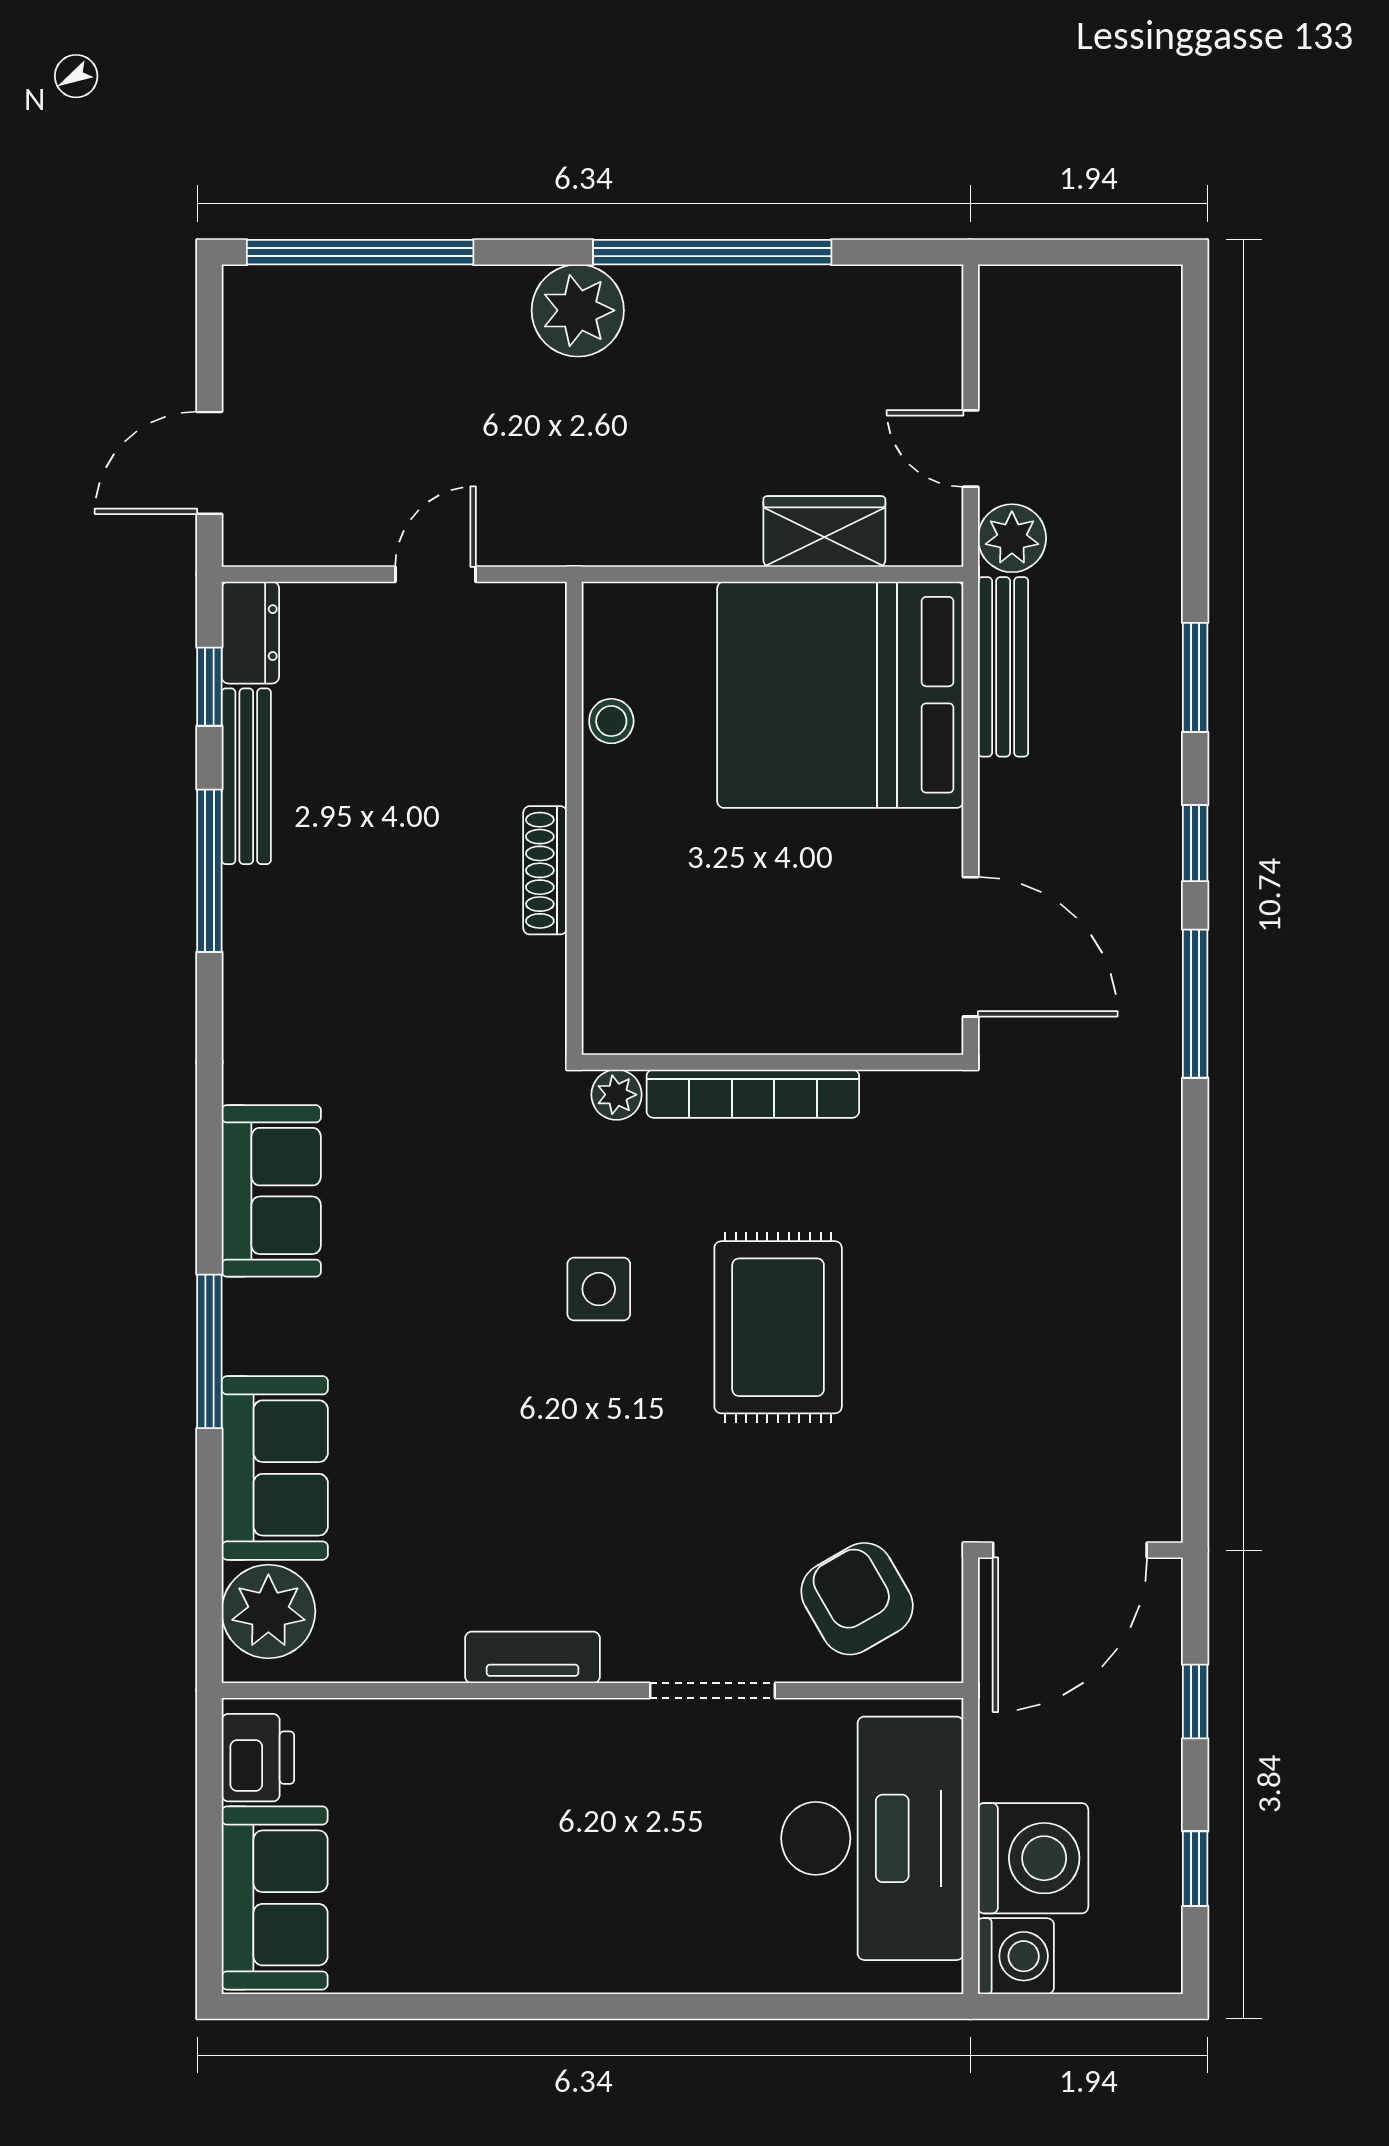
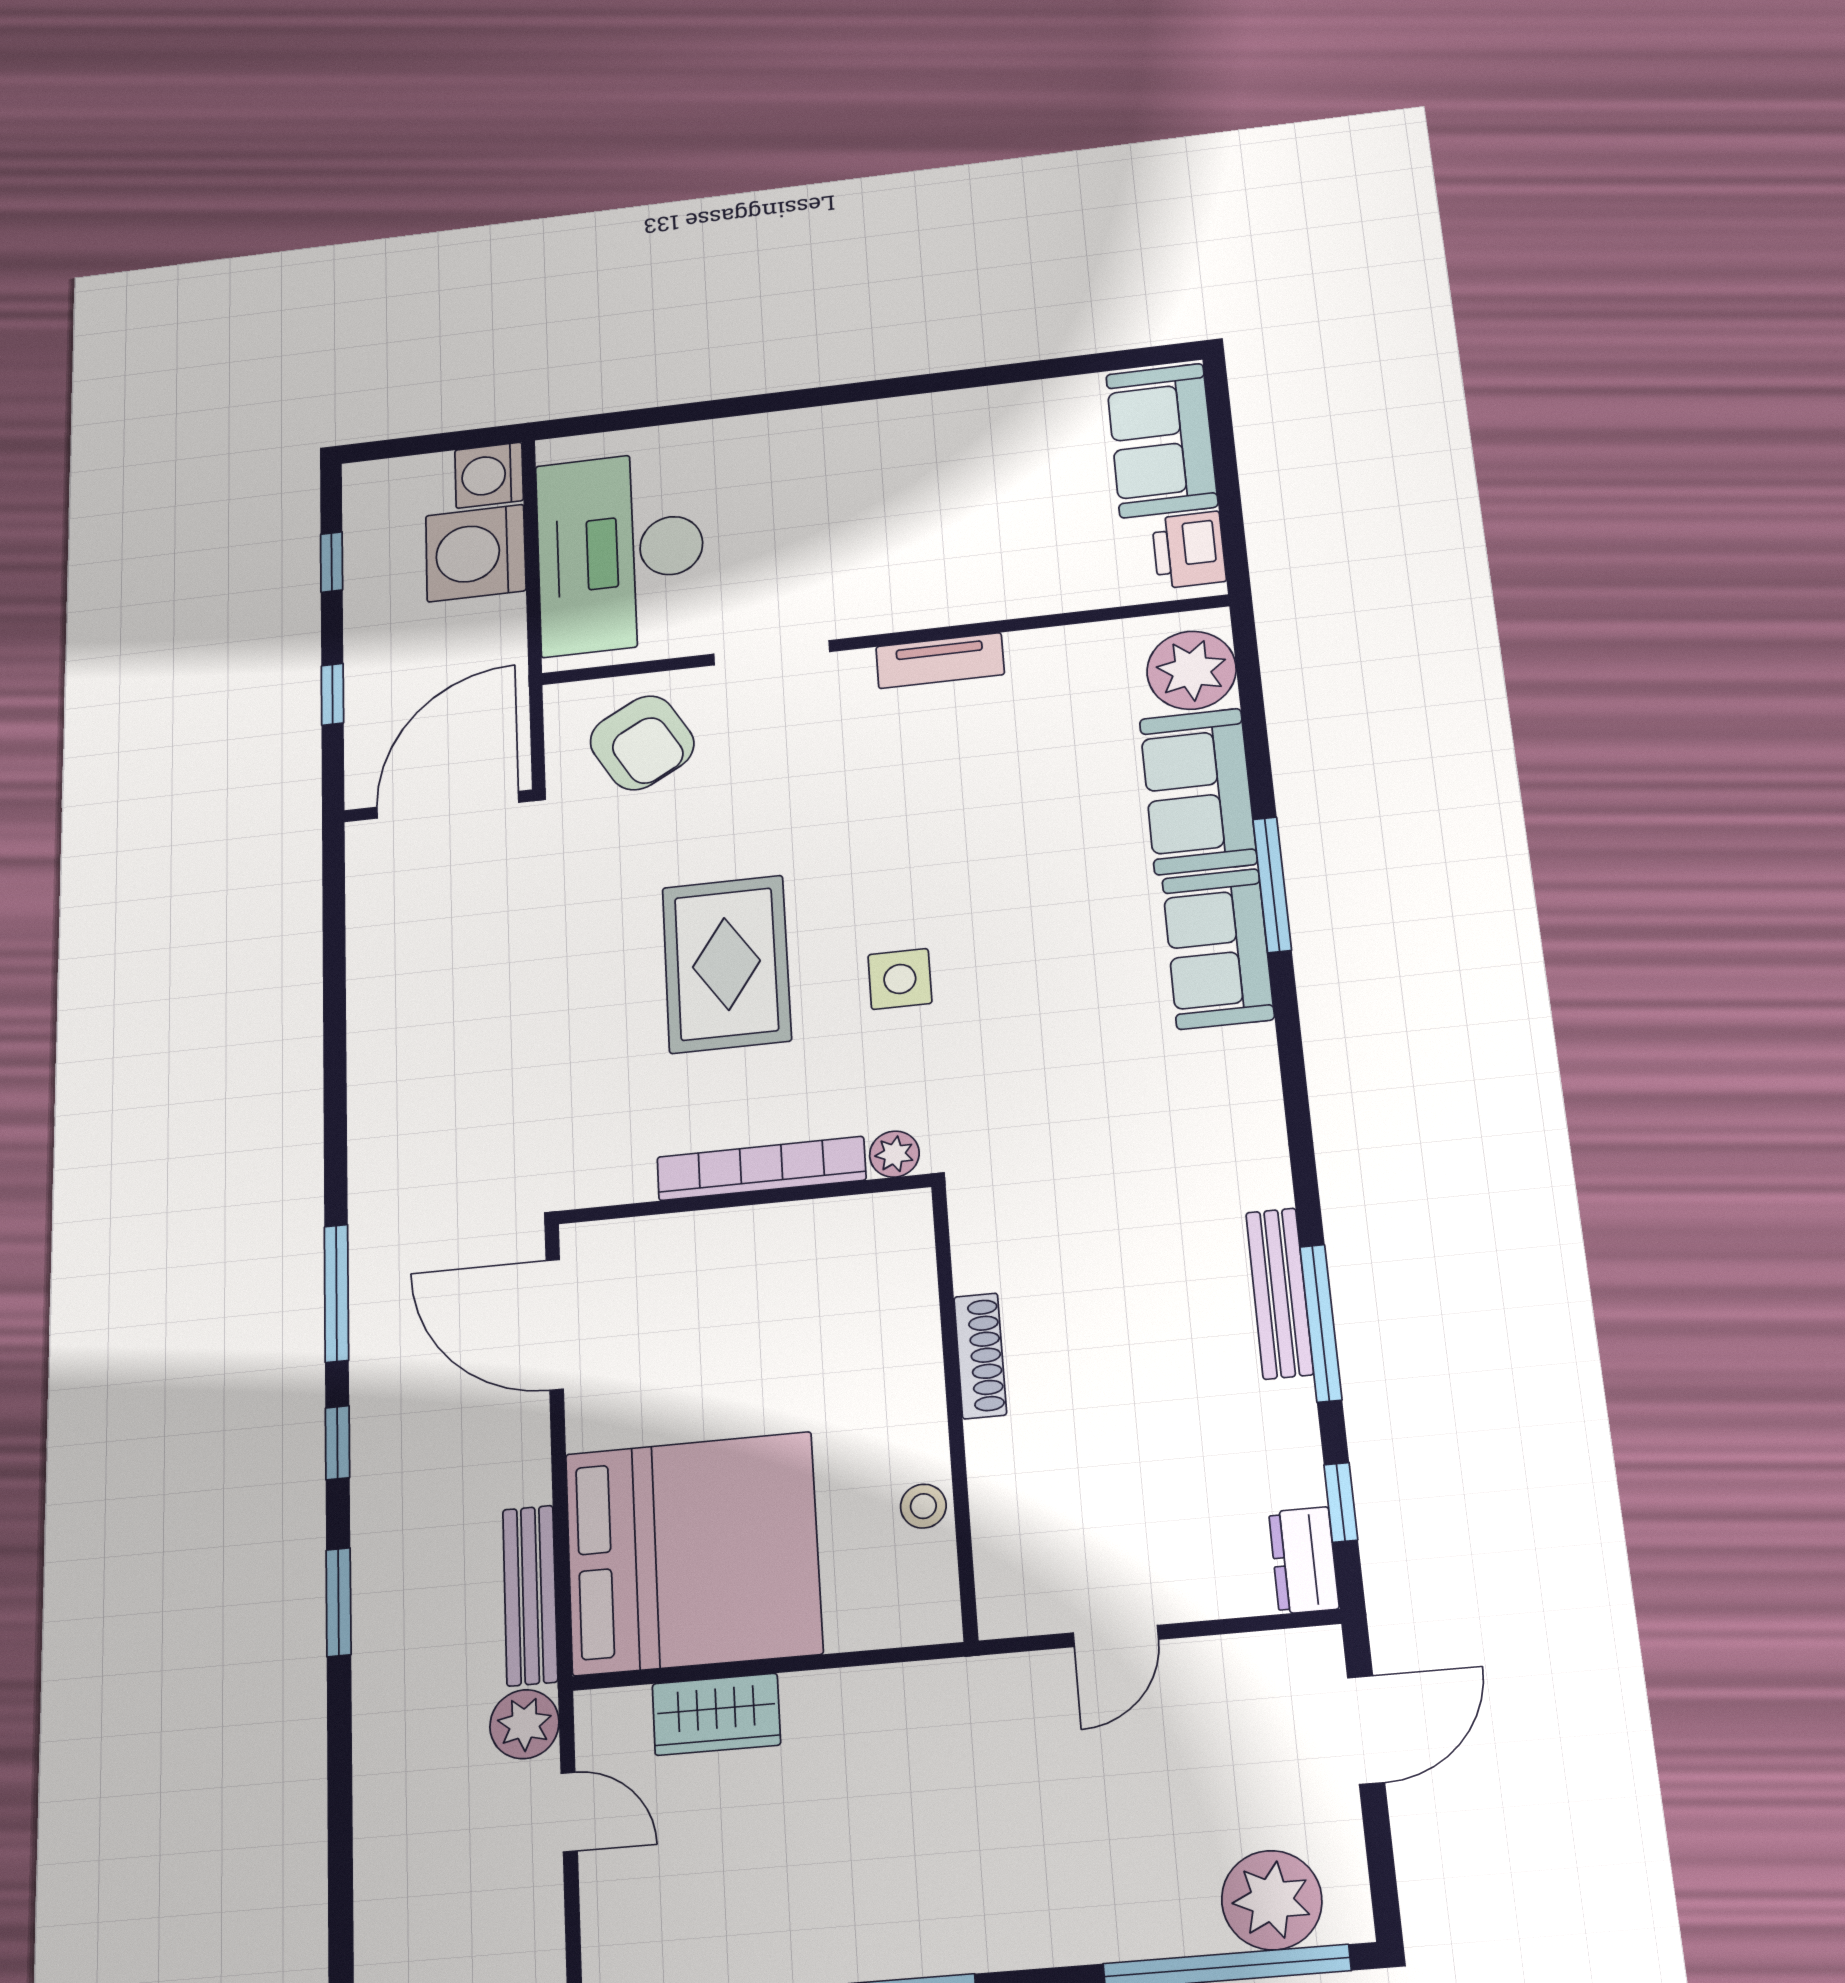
plant: (578, 310) -> (1272, 1900), moved
bench: (246, 776) -> (1280, 1293), moved
sofa: (271, 1191) -> (1218, 949), moved

